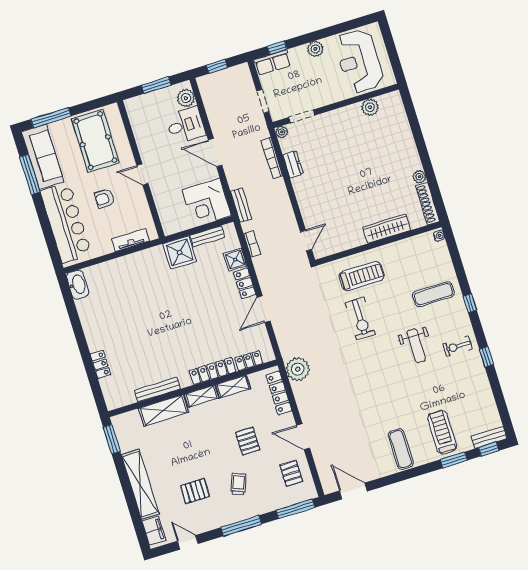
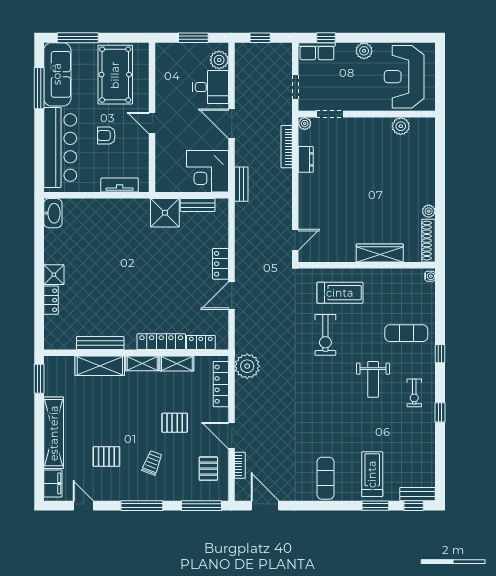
bookcase: (252, 244) -> (240, 465), moved
shower: (235, 260) -> (54, 275), moved
exercise bike: (457, 346) -> (414, 393), turned -90
pallet: (248, 441) -> (175, 423), turned 90

